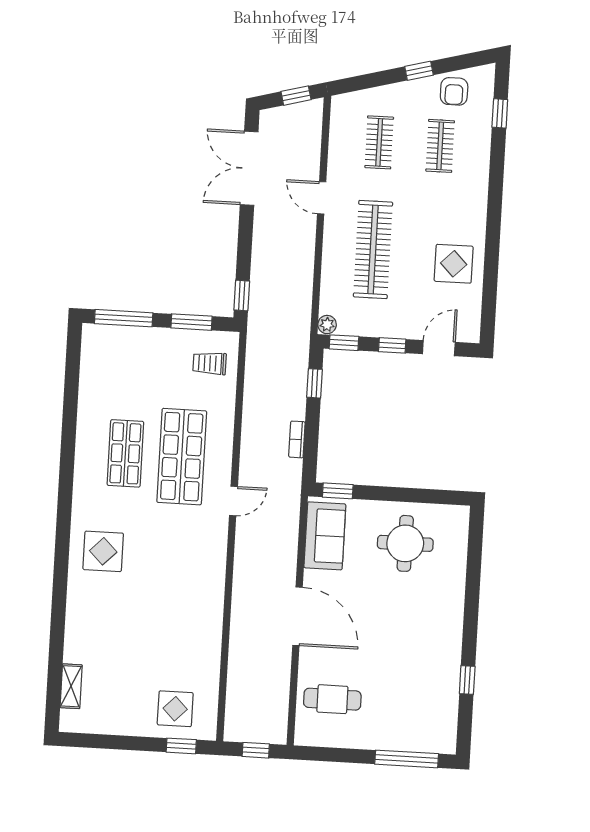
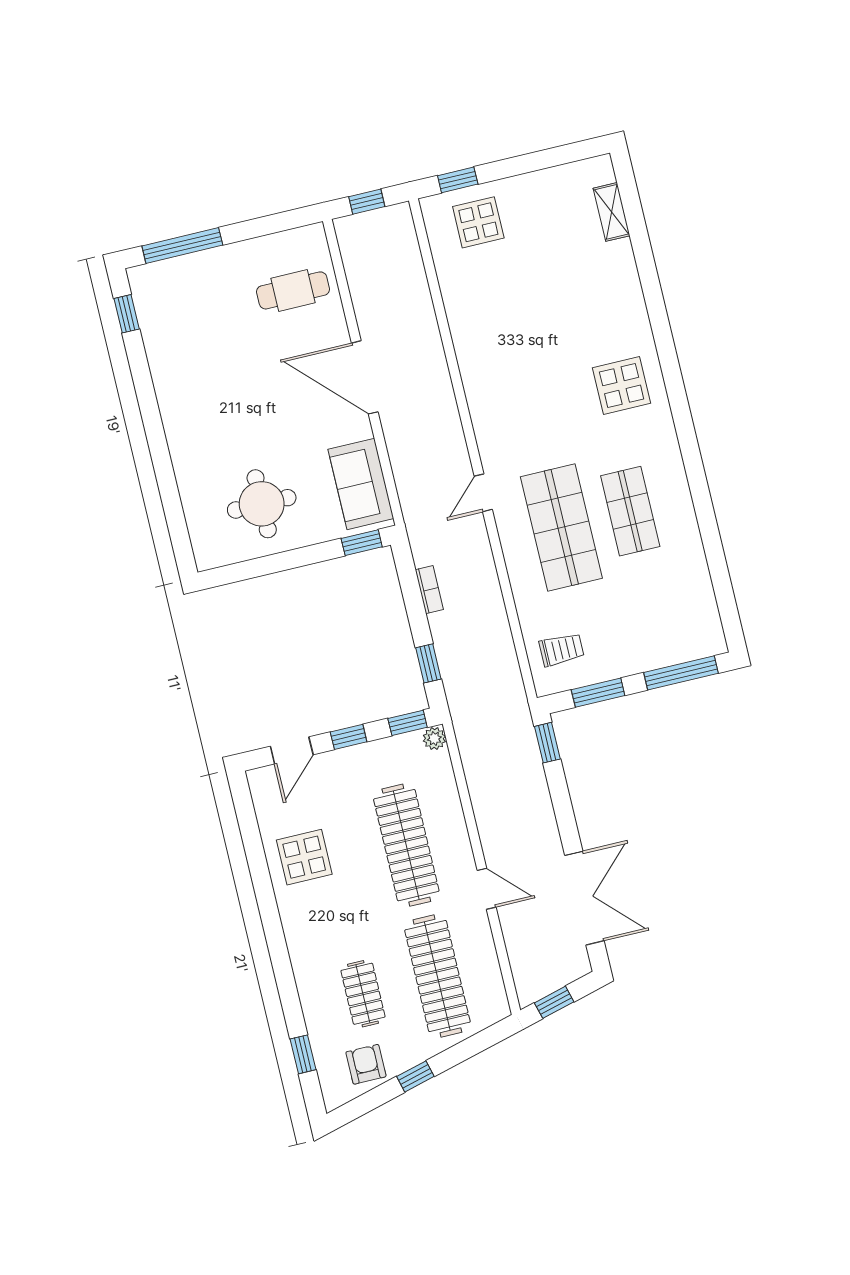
clothes rail: (379, 142) -> (437, 976), width x1.86, depth x1.31
window: (467, 680) -> (127, 314), moved

